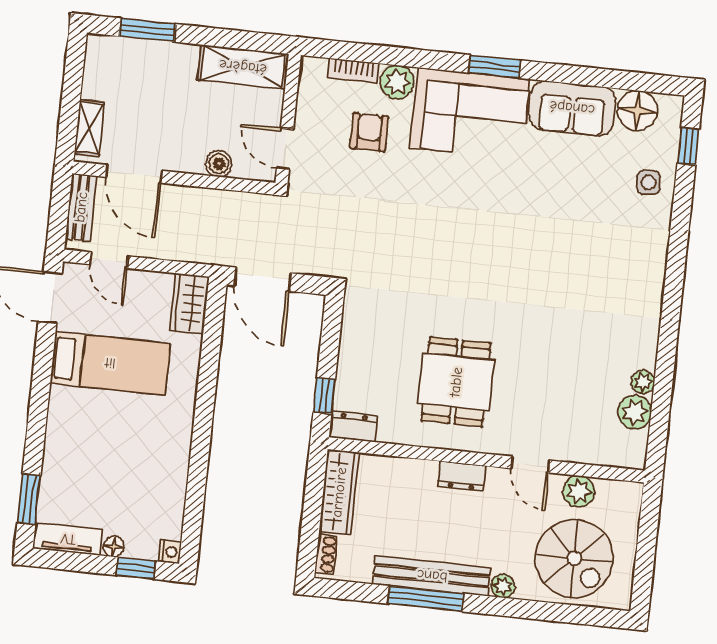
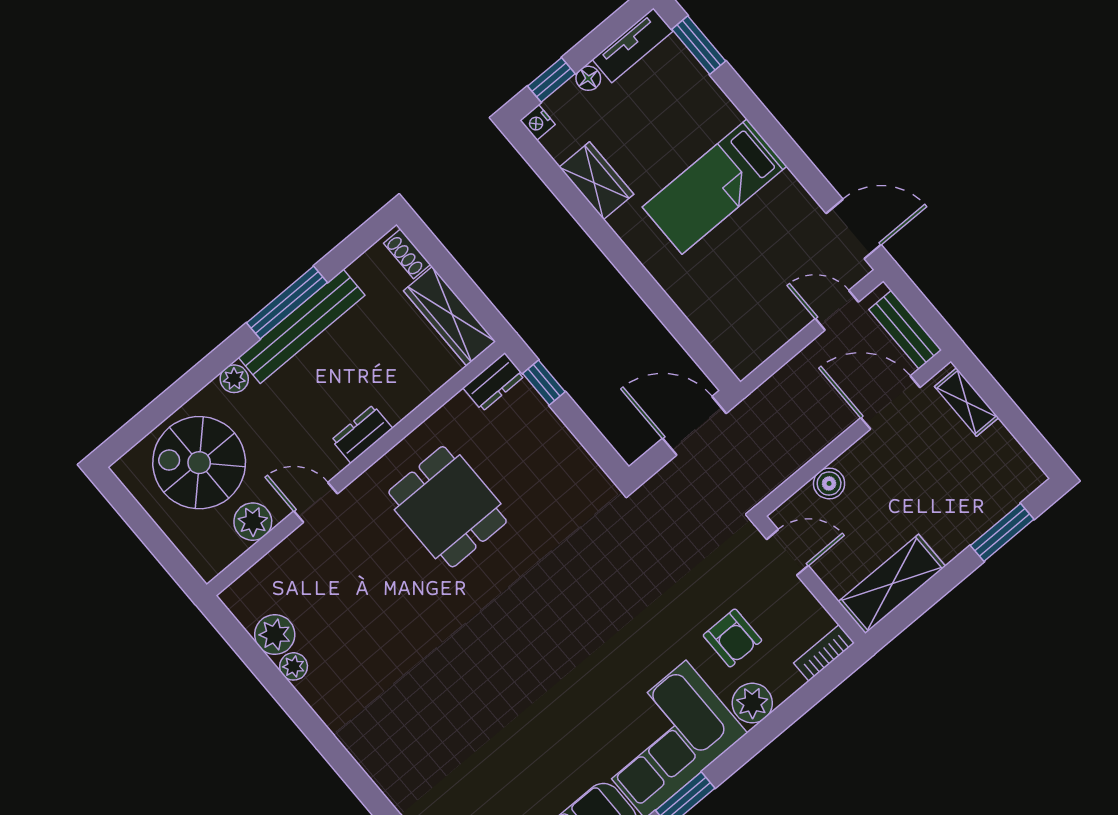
bookcase: (354, 71) -> (824, 653), moved
wardrobe: (190, 304) -> (597, 181), moved
bed: (110, 363) -> (714, 187), moved

